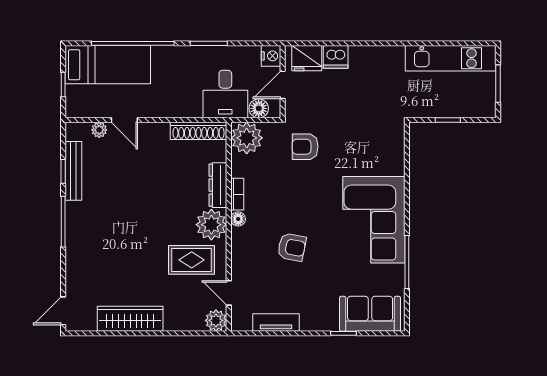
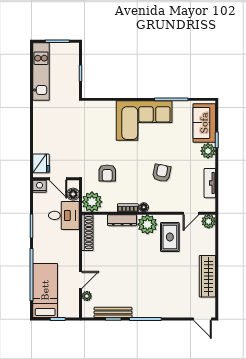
dishwasher: (336, 57) -> (40, 145), removed
armchair: (305, 147) -> (107, 173), moved
plant: (326, 320) -> (208, 151), added

